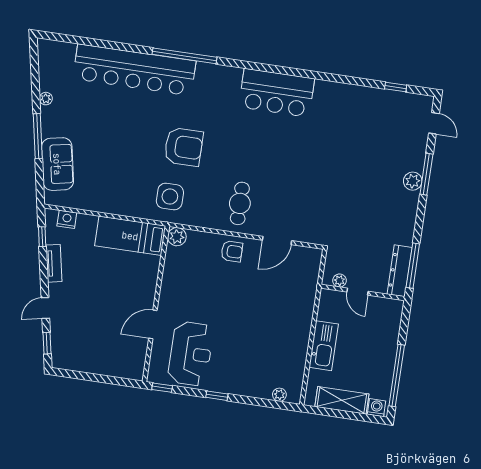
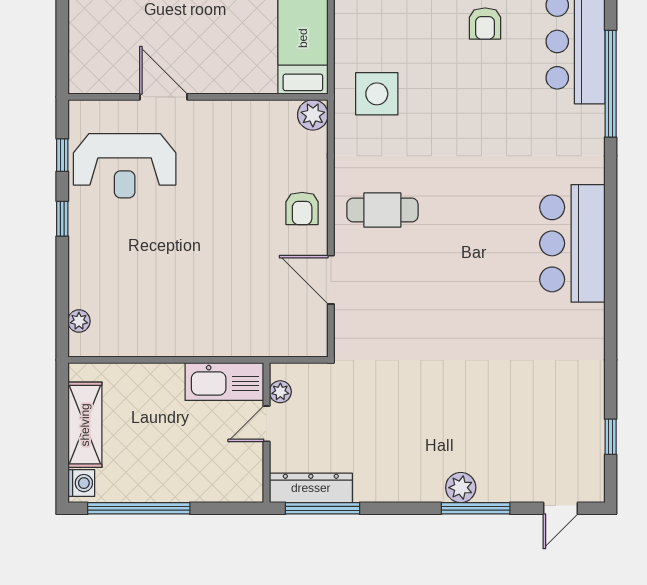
armchair: (184, 147) -> (485, 23), moved, width x0.53, depth x0.53
kitchen sink: (324, 346) -> (224, 382), moved
window: (162, 388) -> (62, 155), moved

